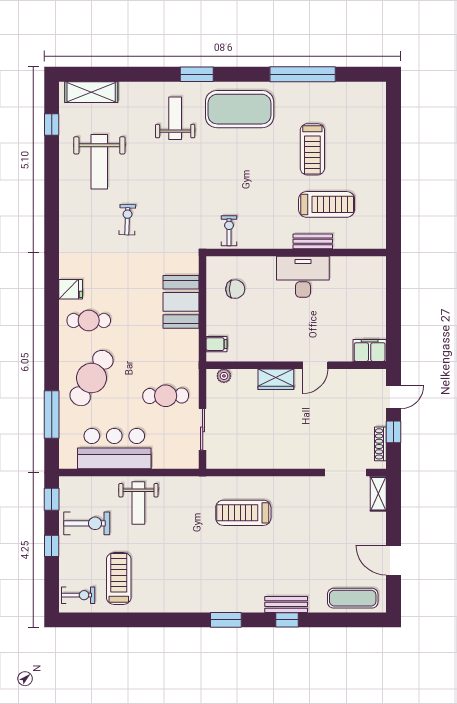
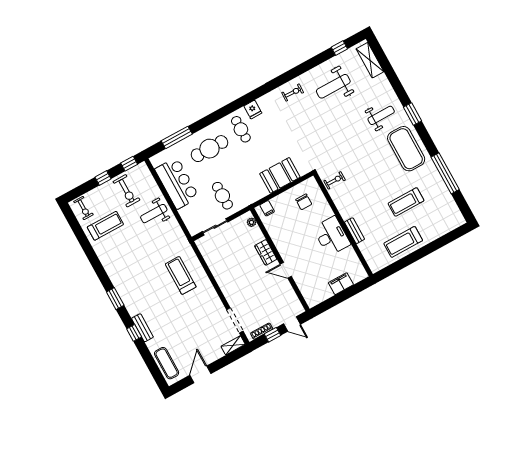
treadmill: (327, 204) -> (403, 242), moved, turned 90
exercise bike: (127, 220) -> (293, 93), moved
filing cabinet: (370, 351) -> (341, 284), moved, turned -90
cafe table: (91, 378) -> (209, 149), turned -32

